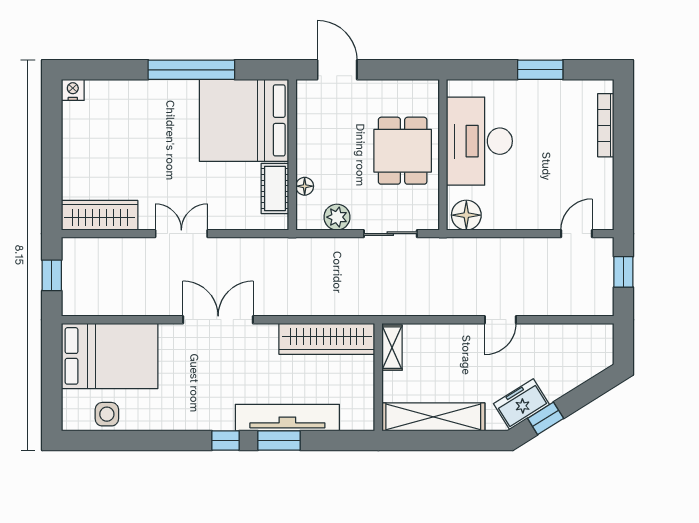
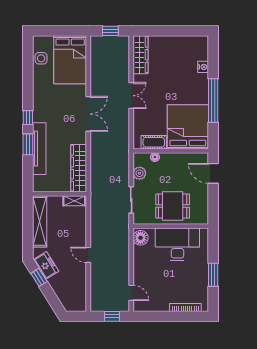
door: (337, 70) -> (213, 173), swing flipped
nightstand: (73, 90) -> (203, 67), moved

